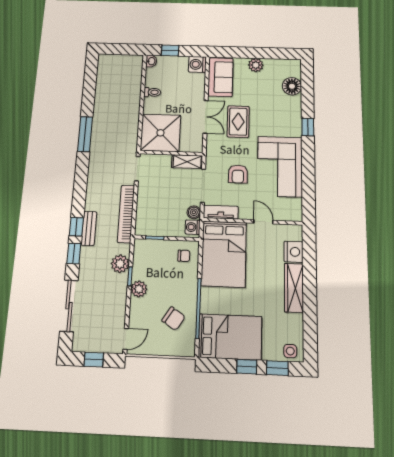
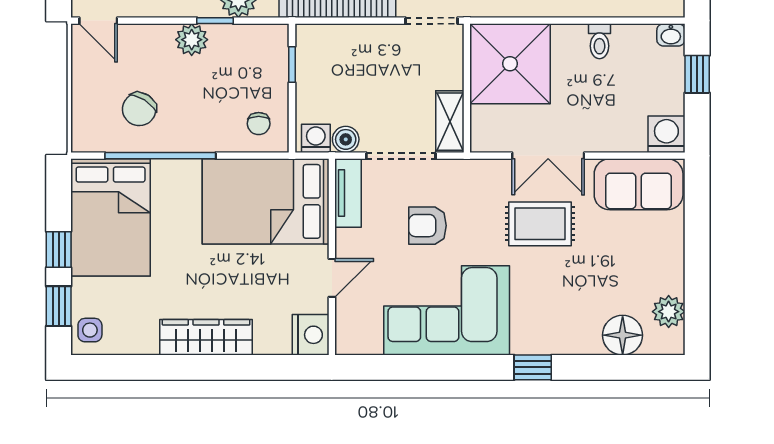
plant: (256, 65) -> (669, 312), moved
nightstand: (294, 252) -> (311, 335), moved, turned -90

